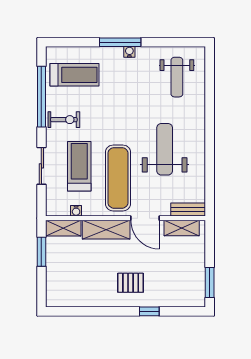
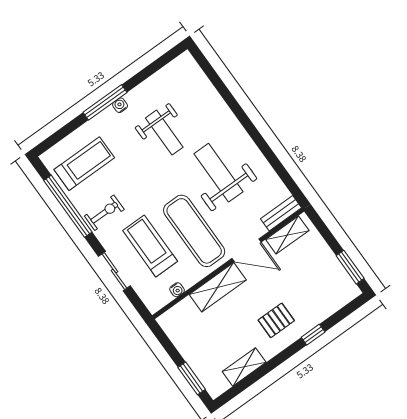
weight bench: (177, 77) -> (164, 133), moved
shelving: (63, 228) -> (244, 367), moved
window: (41, 252) -> (192, 378), moved

